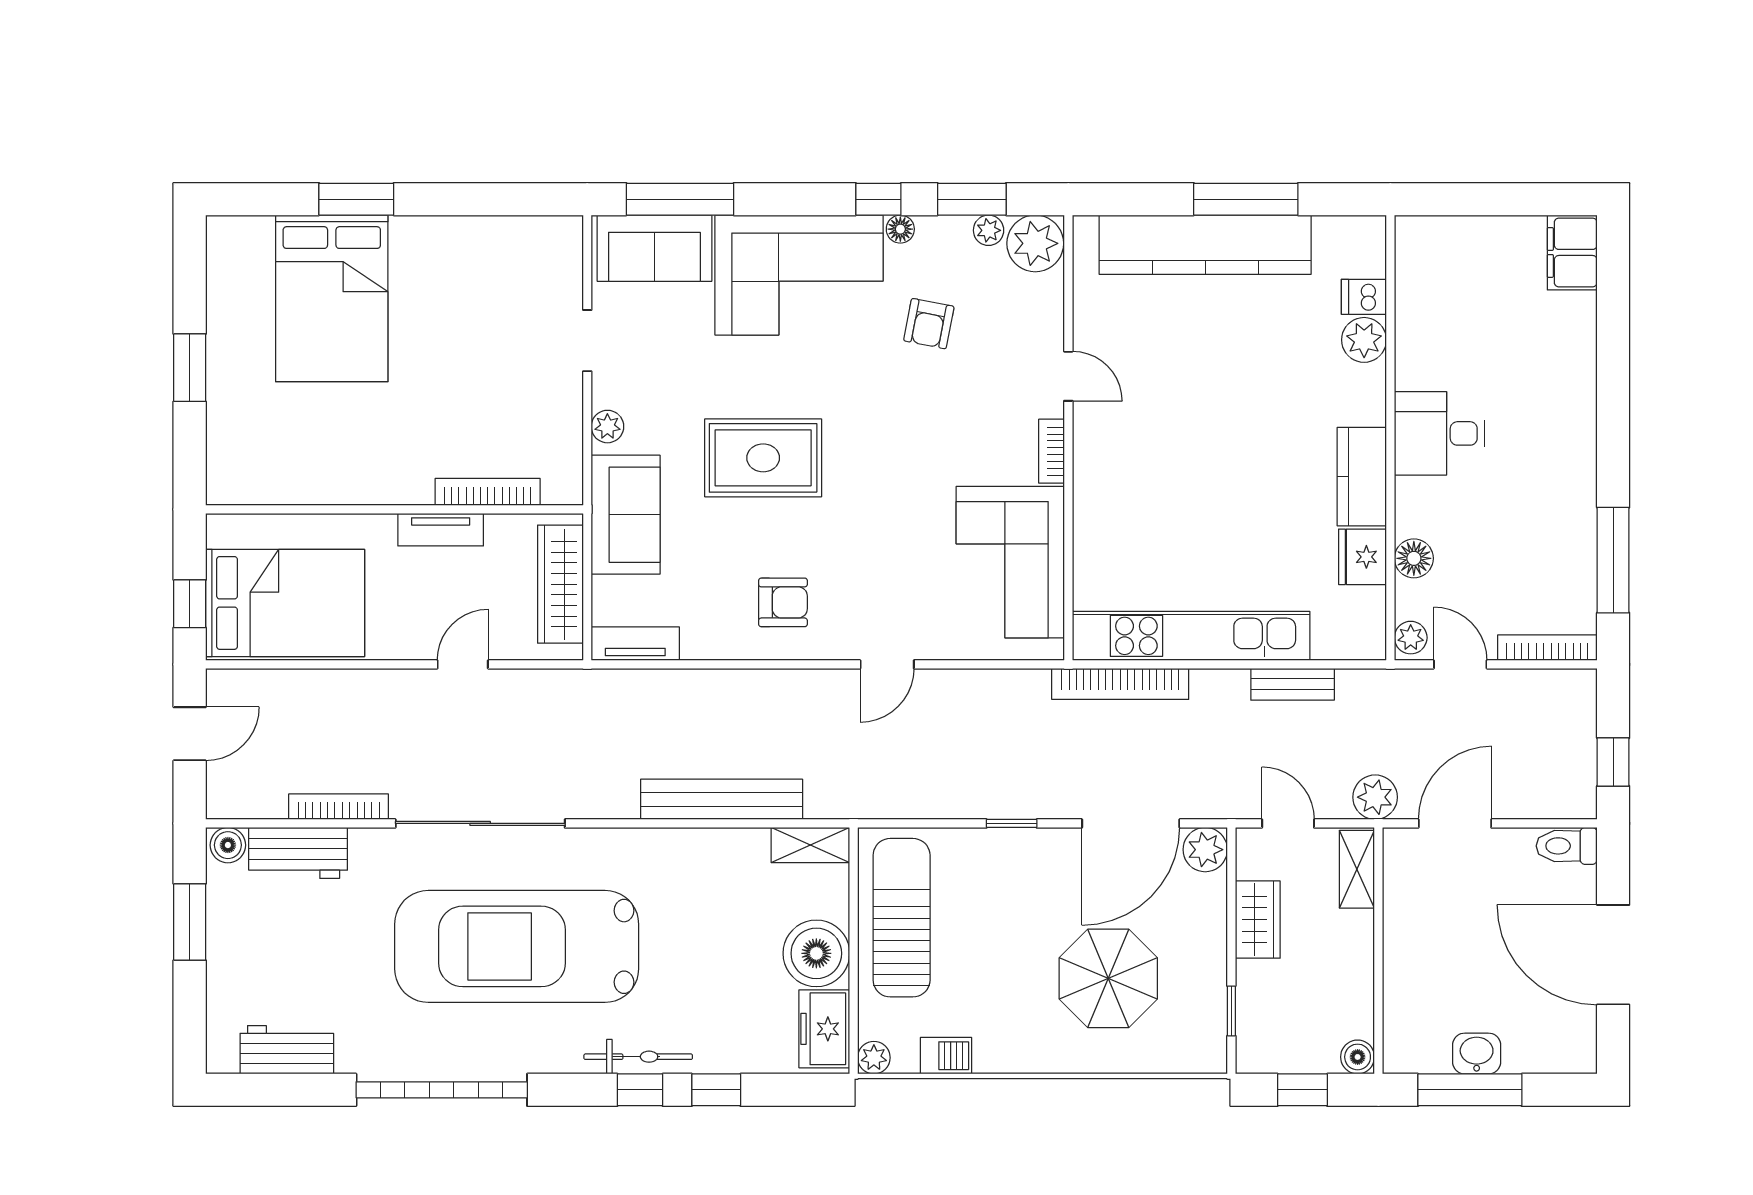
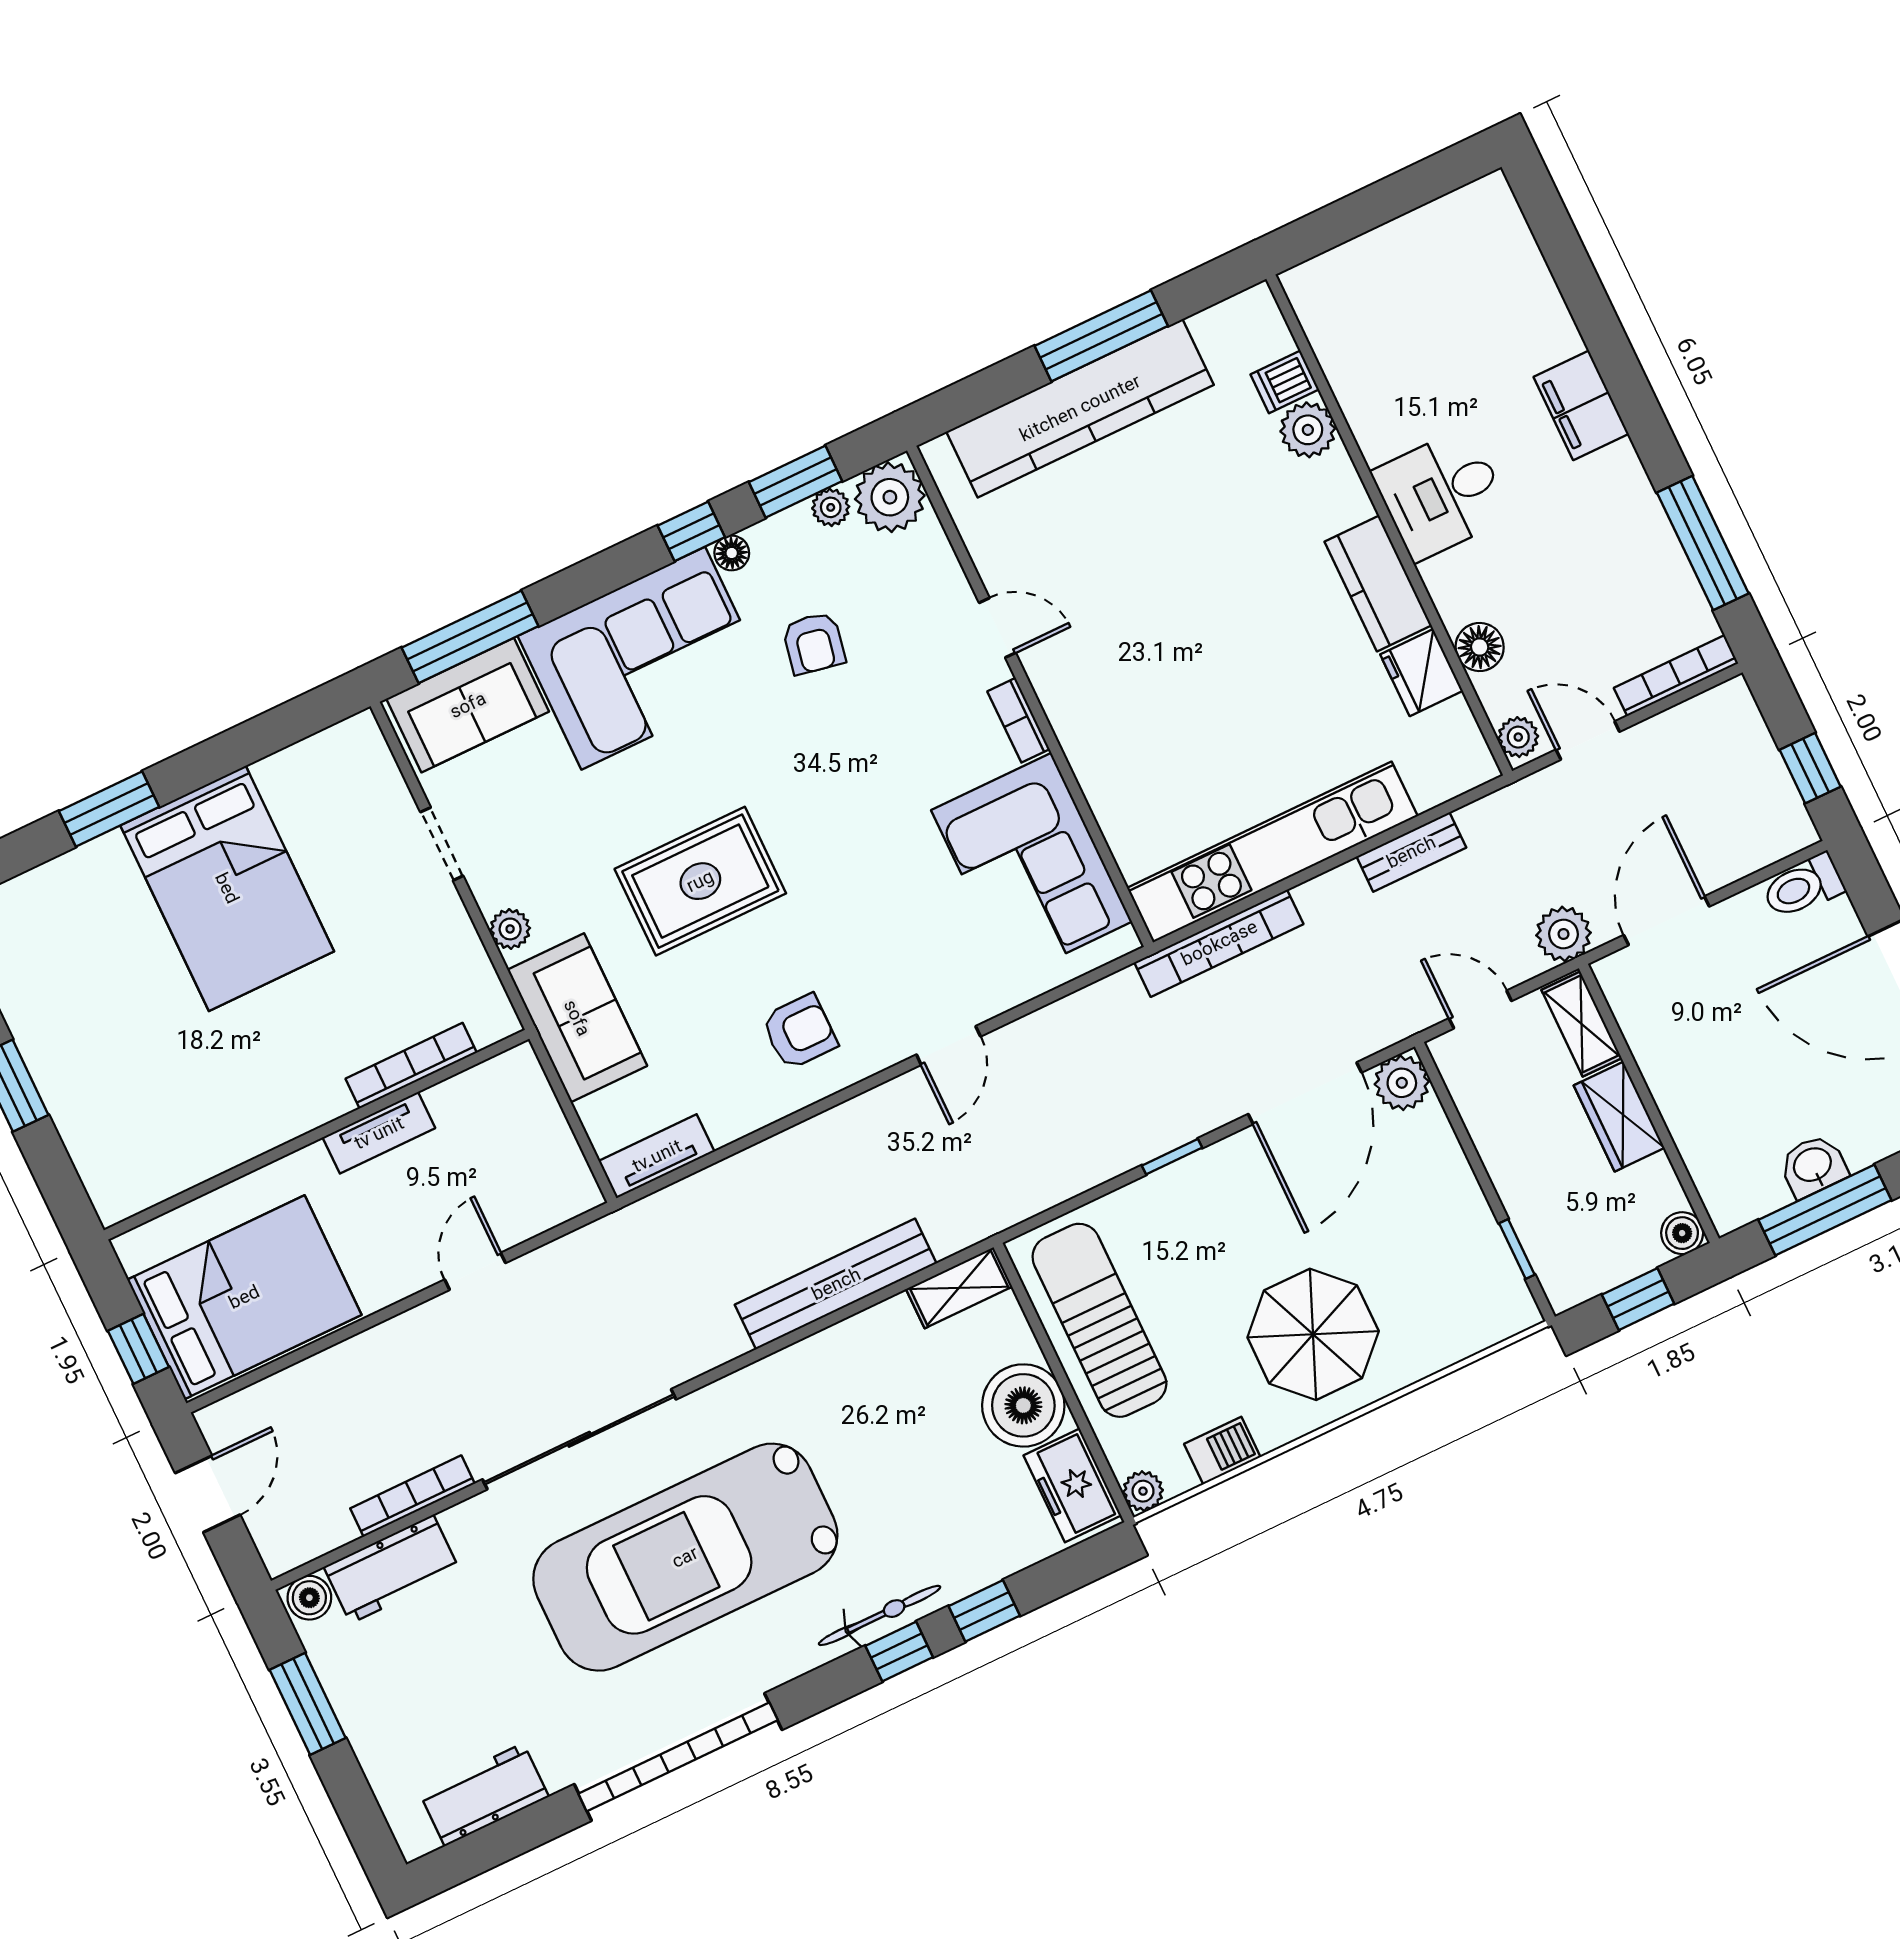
filing cabinet: (1572, 252) -> (1581, 405), moved
bed: (332, 298) -> (227, 888), moved
wardrobe: (560, 584) -> (541, 1130), removed
wardrobe: (1258, 920) -> (1619, 1117), moved, turned 180
parasol: (1108, 978) -> (1313, 1334), moved

